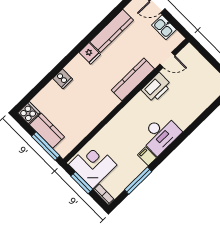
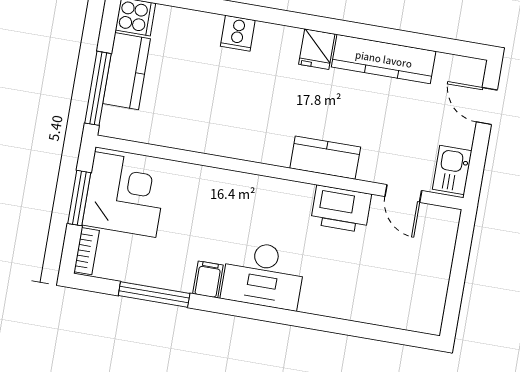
kitchen sink: (164, 27) -> (452, 170), moved
kitchen counter: (133, 79) -> (325, 158), width x0.67

